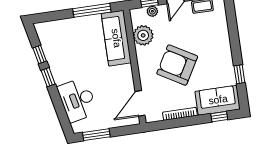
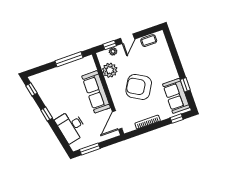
sofa: (116, 38) -> (96, 92), moved
window: (40, 54) -> (31, 89), moved
sofa: (218, 100) -> (176, 96), moved, turned -90

